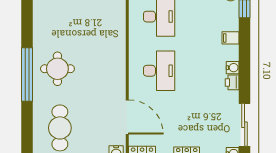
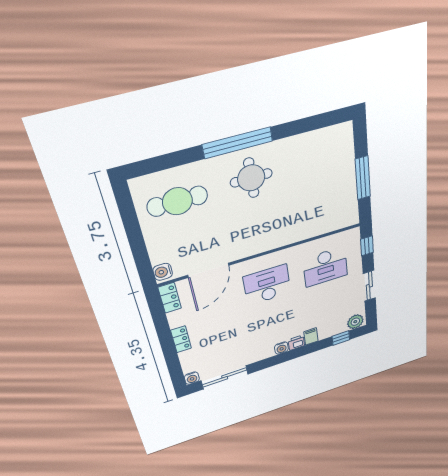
desk: (159, 71) -> (267, 285), turned 180
printer: (232, 82) -> (296, 343), moved

